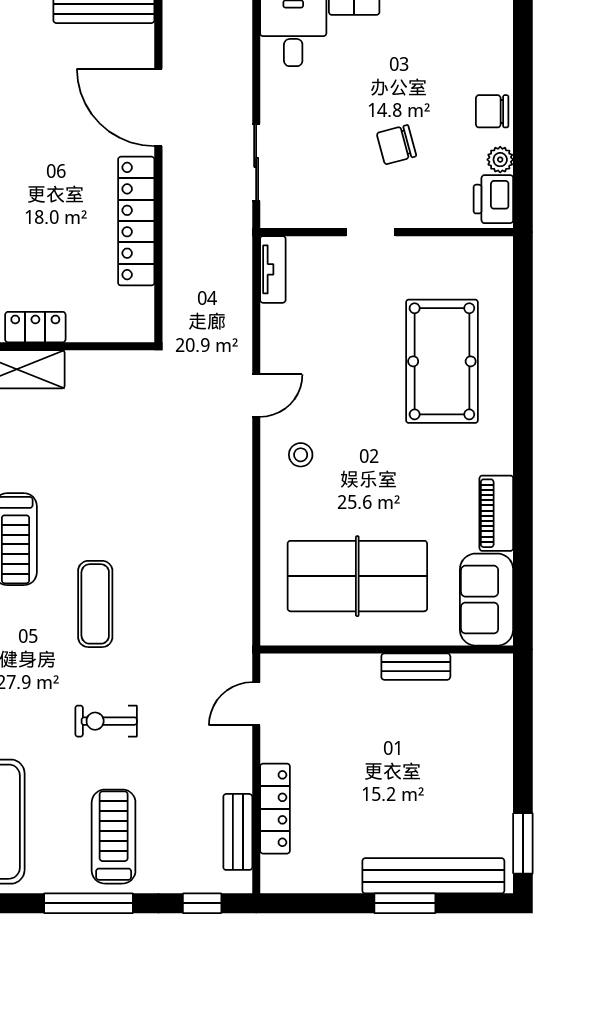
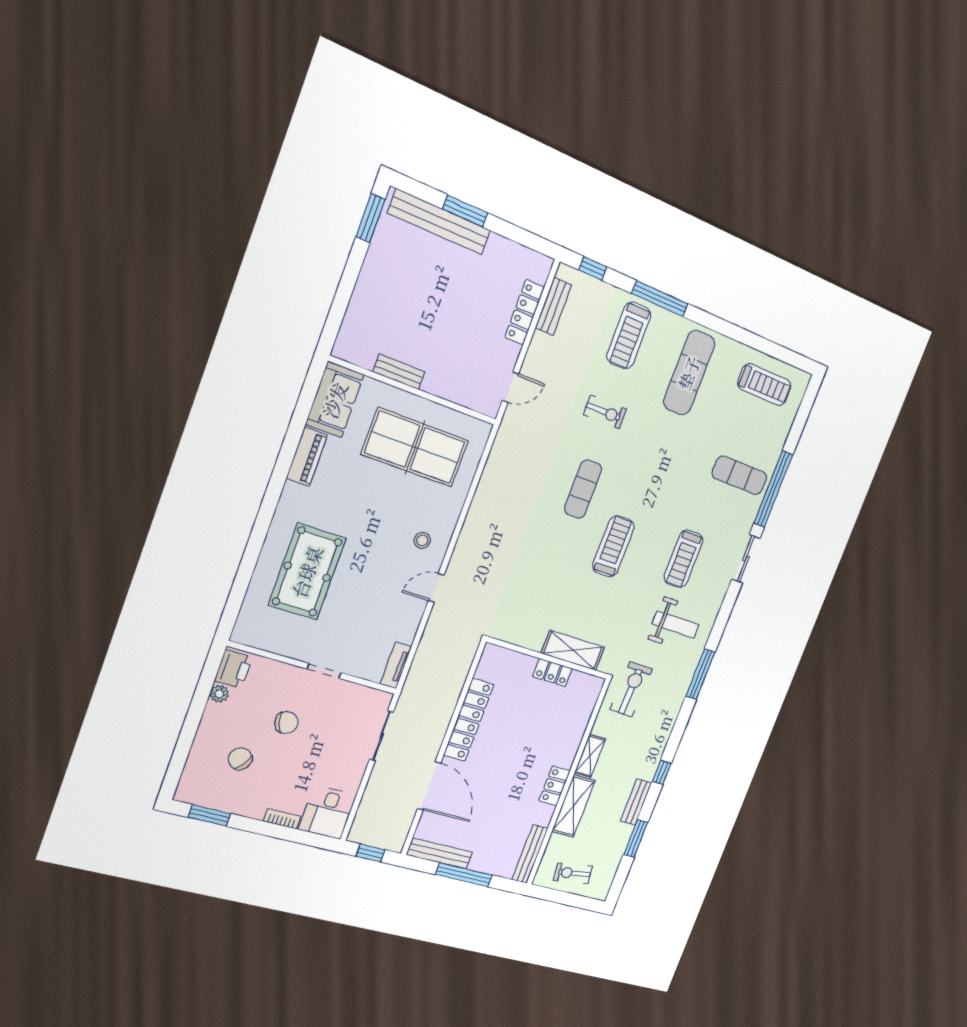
chair: (492, 111) -> (240, 759), moved, turned -143

